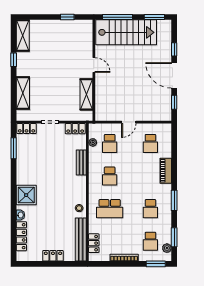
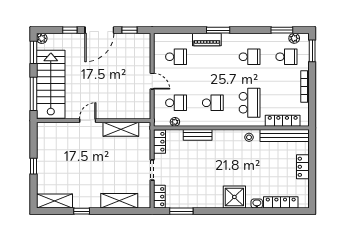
window: (67, 17) -> (33, 166), moved
plant: (167, 24) -> (42, 38), added
window: (174, 200) -> (218, 30), moved
locker: (94, 243) -> (283, 121), width x1.53

